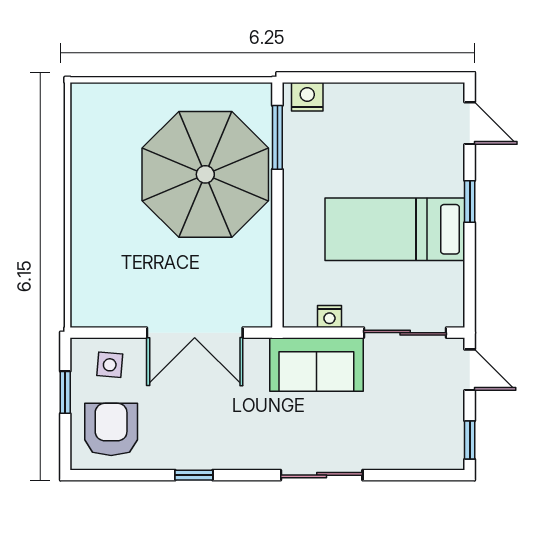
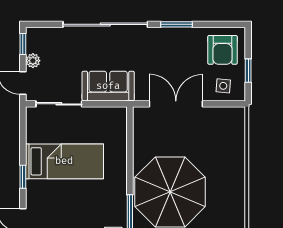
nightstand: (329, 316) -> (101, 113), removed
plant: (452, 410) -> (33, 61), added
window: (194, 475) -> (176, 24), width x1.50
sliding door: (322, 475) -> (105, 24), width x1.86

